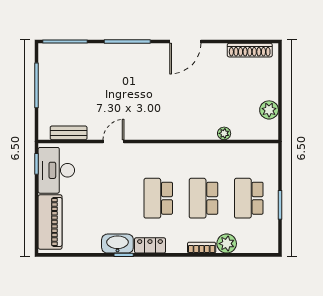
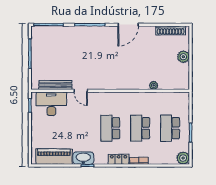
plant: (269, 110) -> (183, 57), moved
bench: (69, 133) -> (55, 85), width x1.36
door: (114, 142) -> (81, 91), swing flipped
desk: (56, 170) -> (51, 104), moved, turned 90
piano: (50, 222) -> (54, 157), moved, turned -90
plant: (227, 244) -> (183, 158), moved
locker: (150, 245) -> (119, 159), moved

